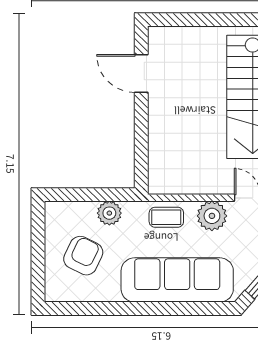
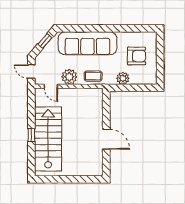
door: (141, 74) -> (106, 139), moved
armchair: (83, 256) -> (137, 56), turned -116

